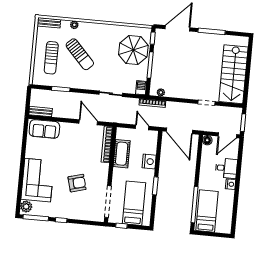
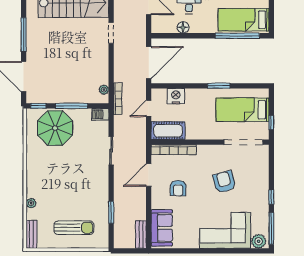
sun lounger: (80, 54) -> (66, 193), removed
floor lamp: (207, 140) -> (183, 27), moved
armchair: (75, 145) -> (178, 188), added
cot: (122, 154) -> (168, 131), moved
nightstand: (149, 161) -> (176, 96), moved

